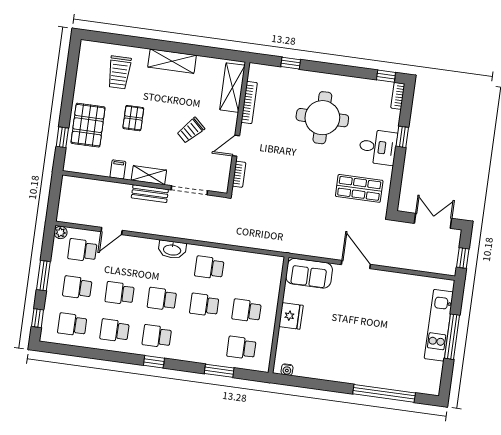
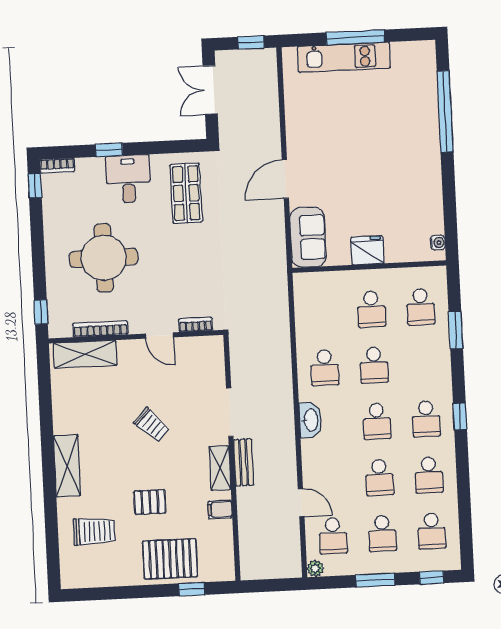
shelving: (232, 88) -> (85, 354), moved
bookcase: (249, 102) -> (100, 329), moved
wall: (238, 128) -> (136, 337), moved
door: (236, 146) -> (160, 336), moved
bookcase: (239, 174) -> (196, 325), moved

